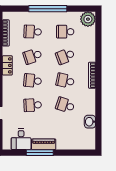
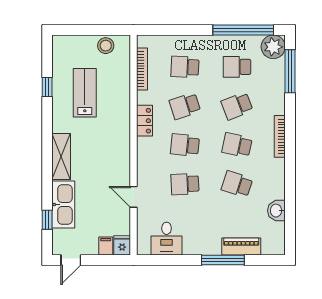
window: (48, 9) -> (243, 30), moved
window: (98, 35) -> (290, 71), added
piano: (44, 144) -> (241, 247), moved
window: (40, 153) -> (223, 260), moved

